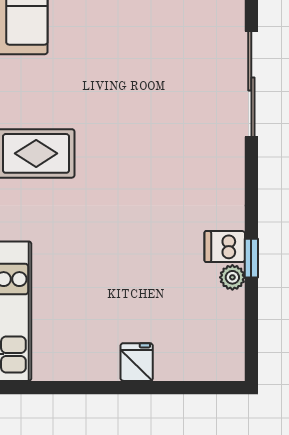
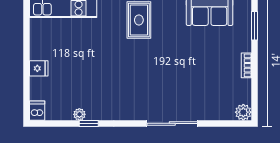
dishwasher: (225, 247) -> (37, 111), moved

